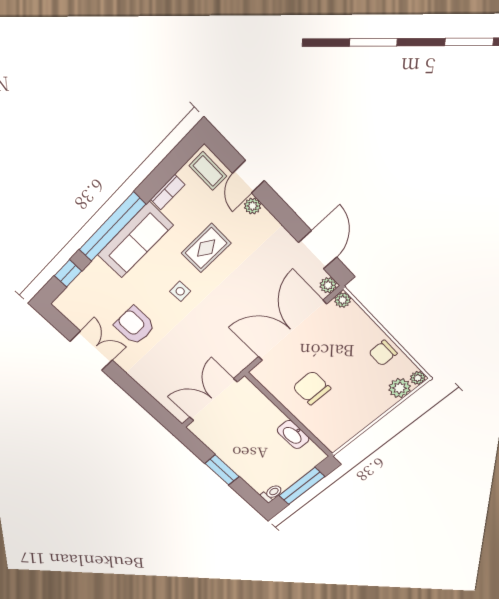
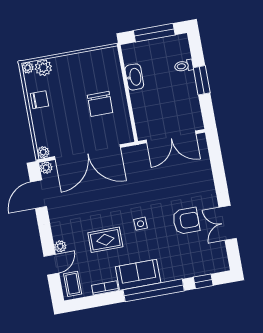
sofa: (135, 240) -> (138, 275), width x0.73
armchair: (135, 326) -> (186, 221), turned -90
toilet: (272, 493) -> (184, 66), moved

